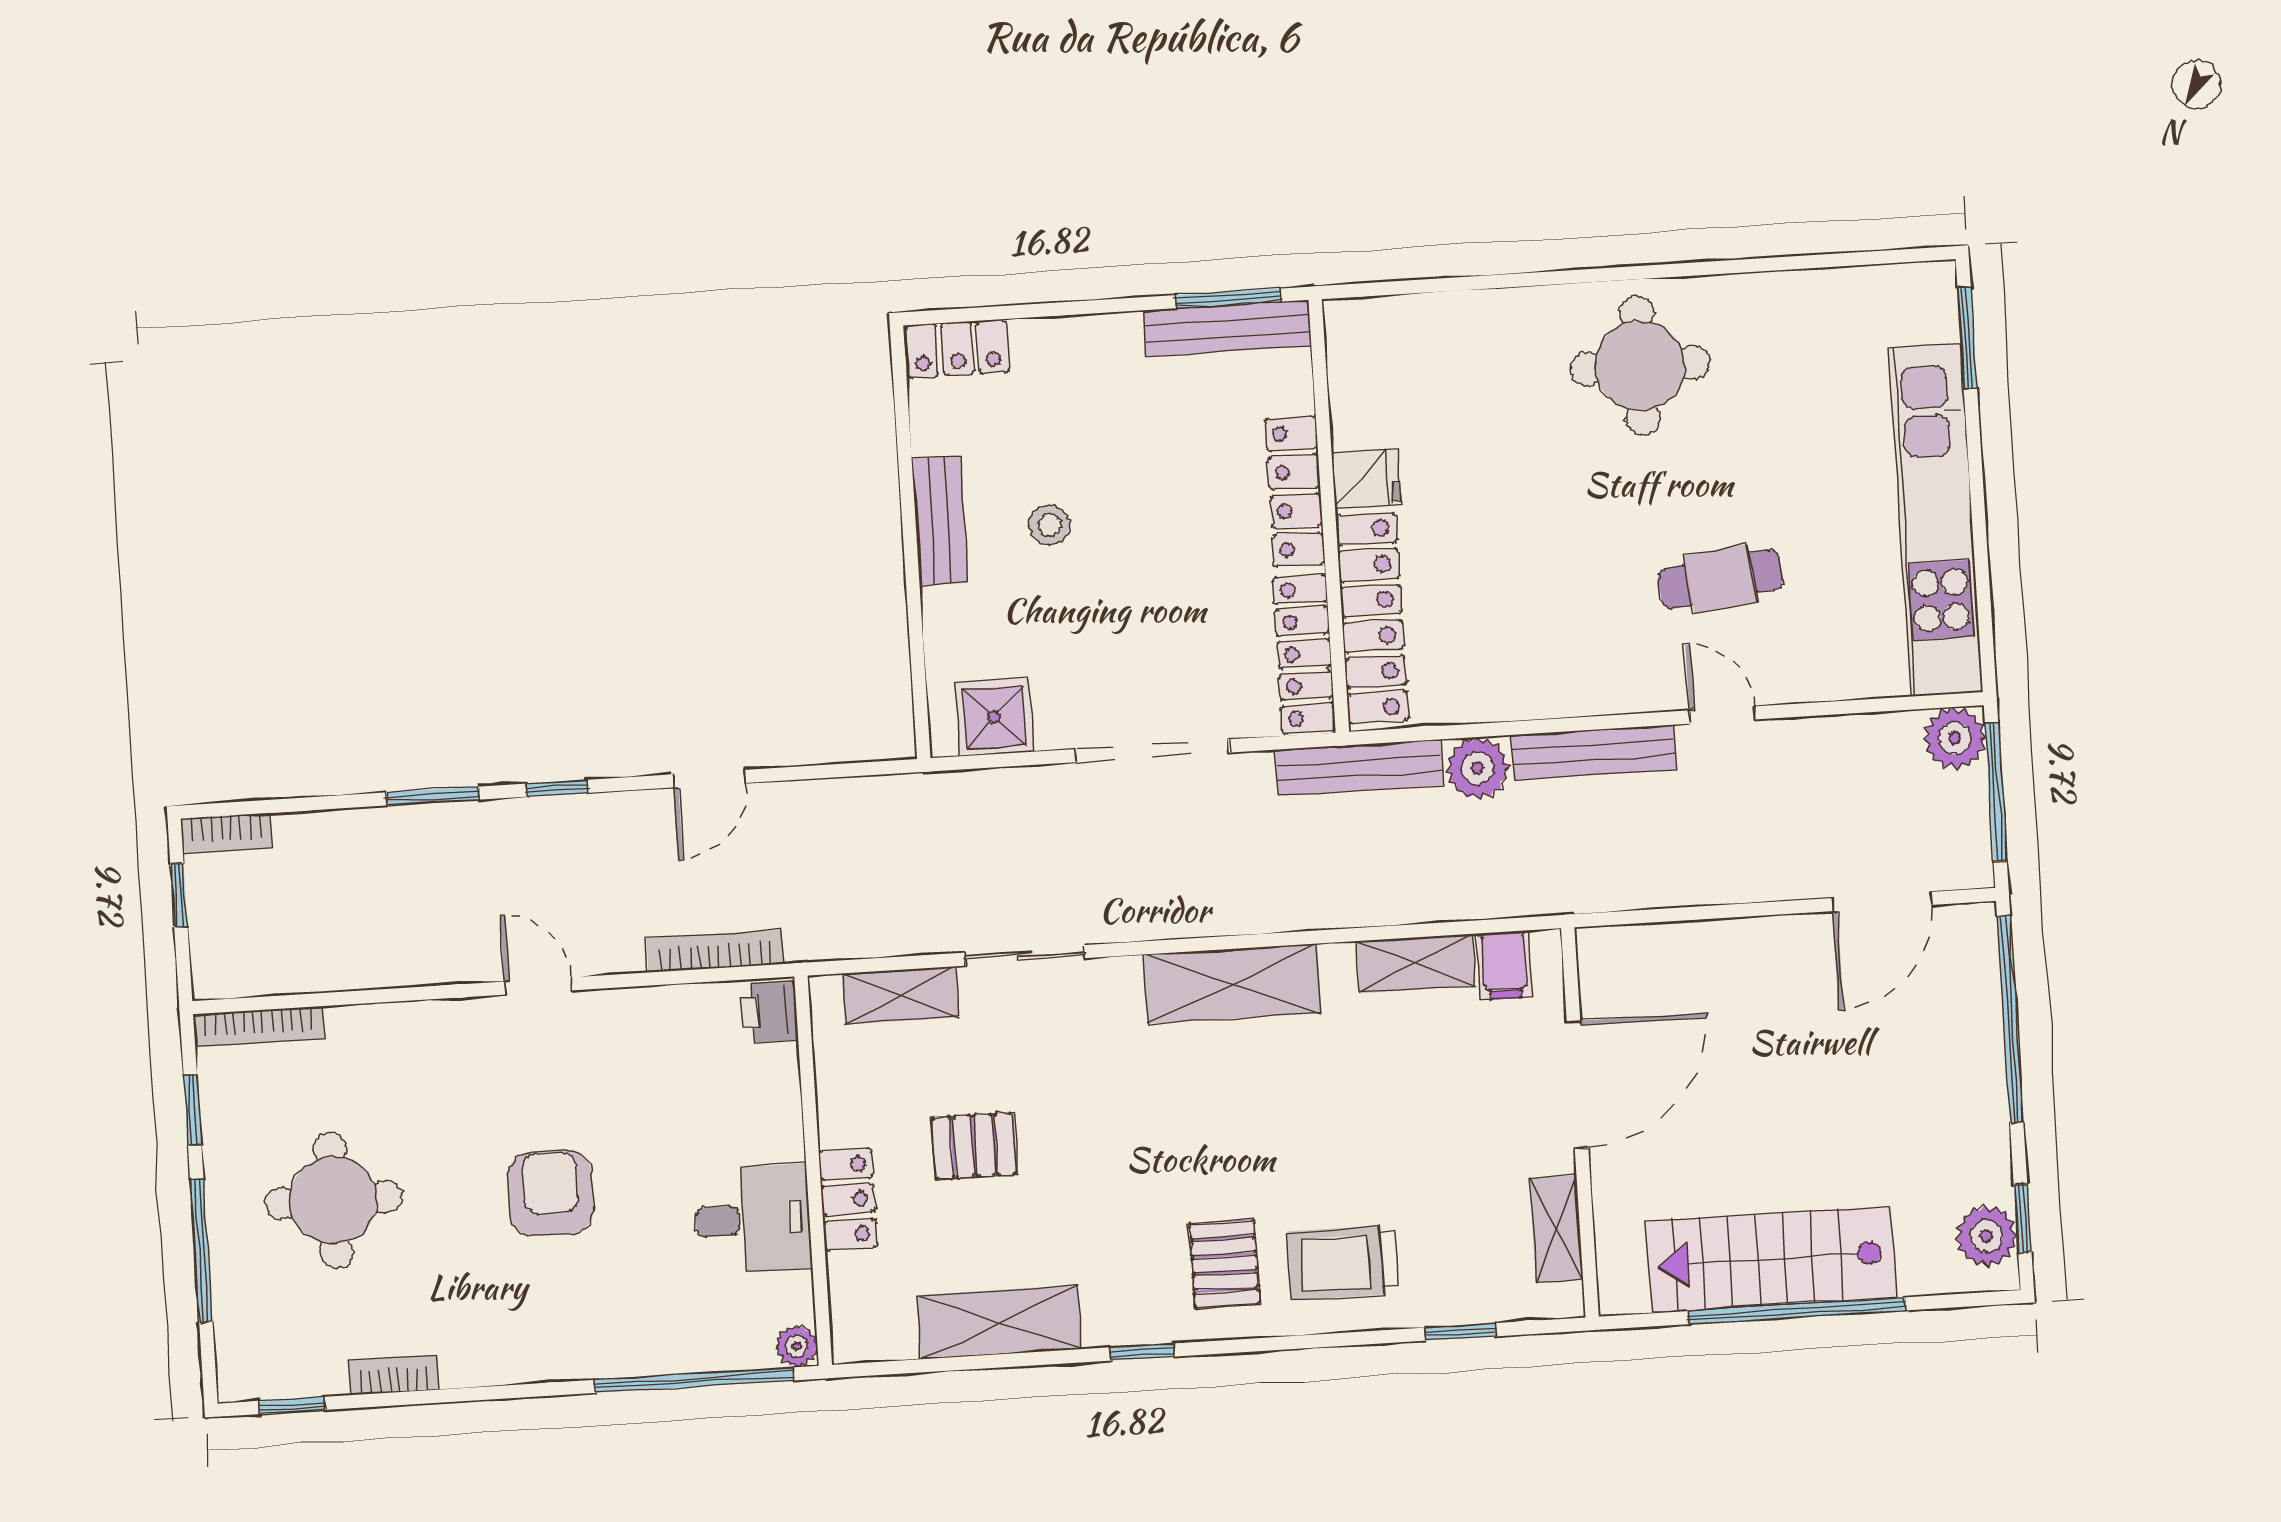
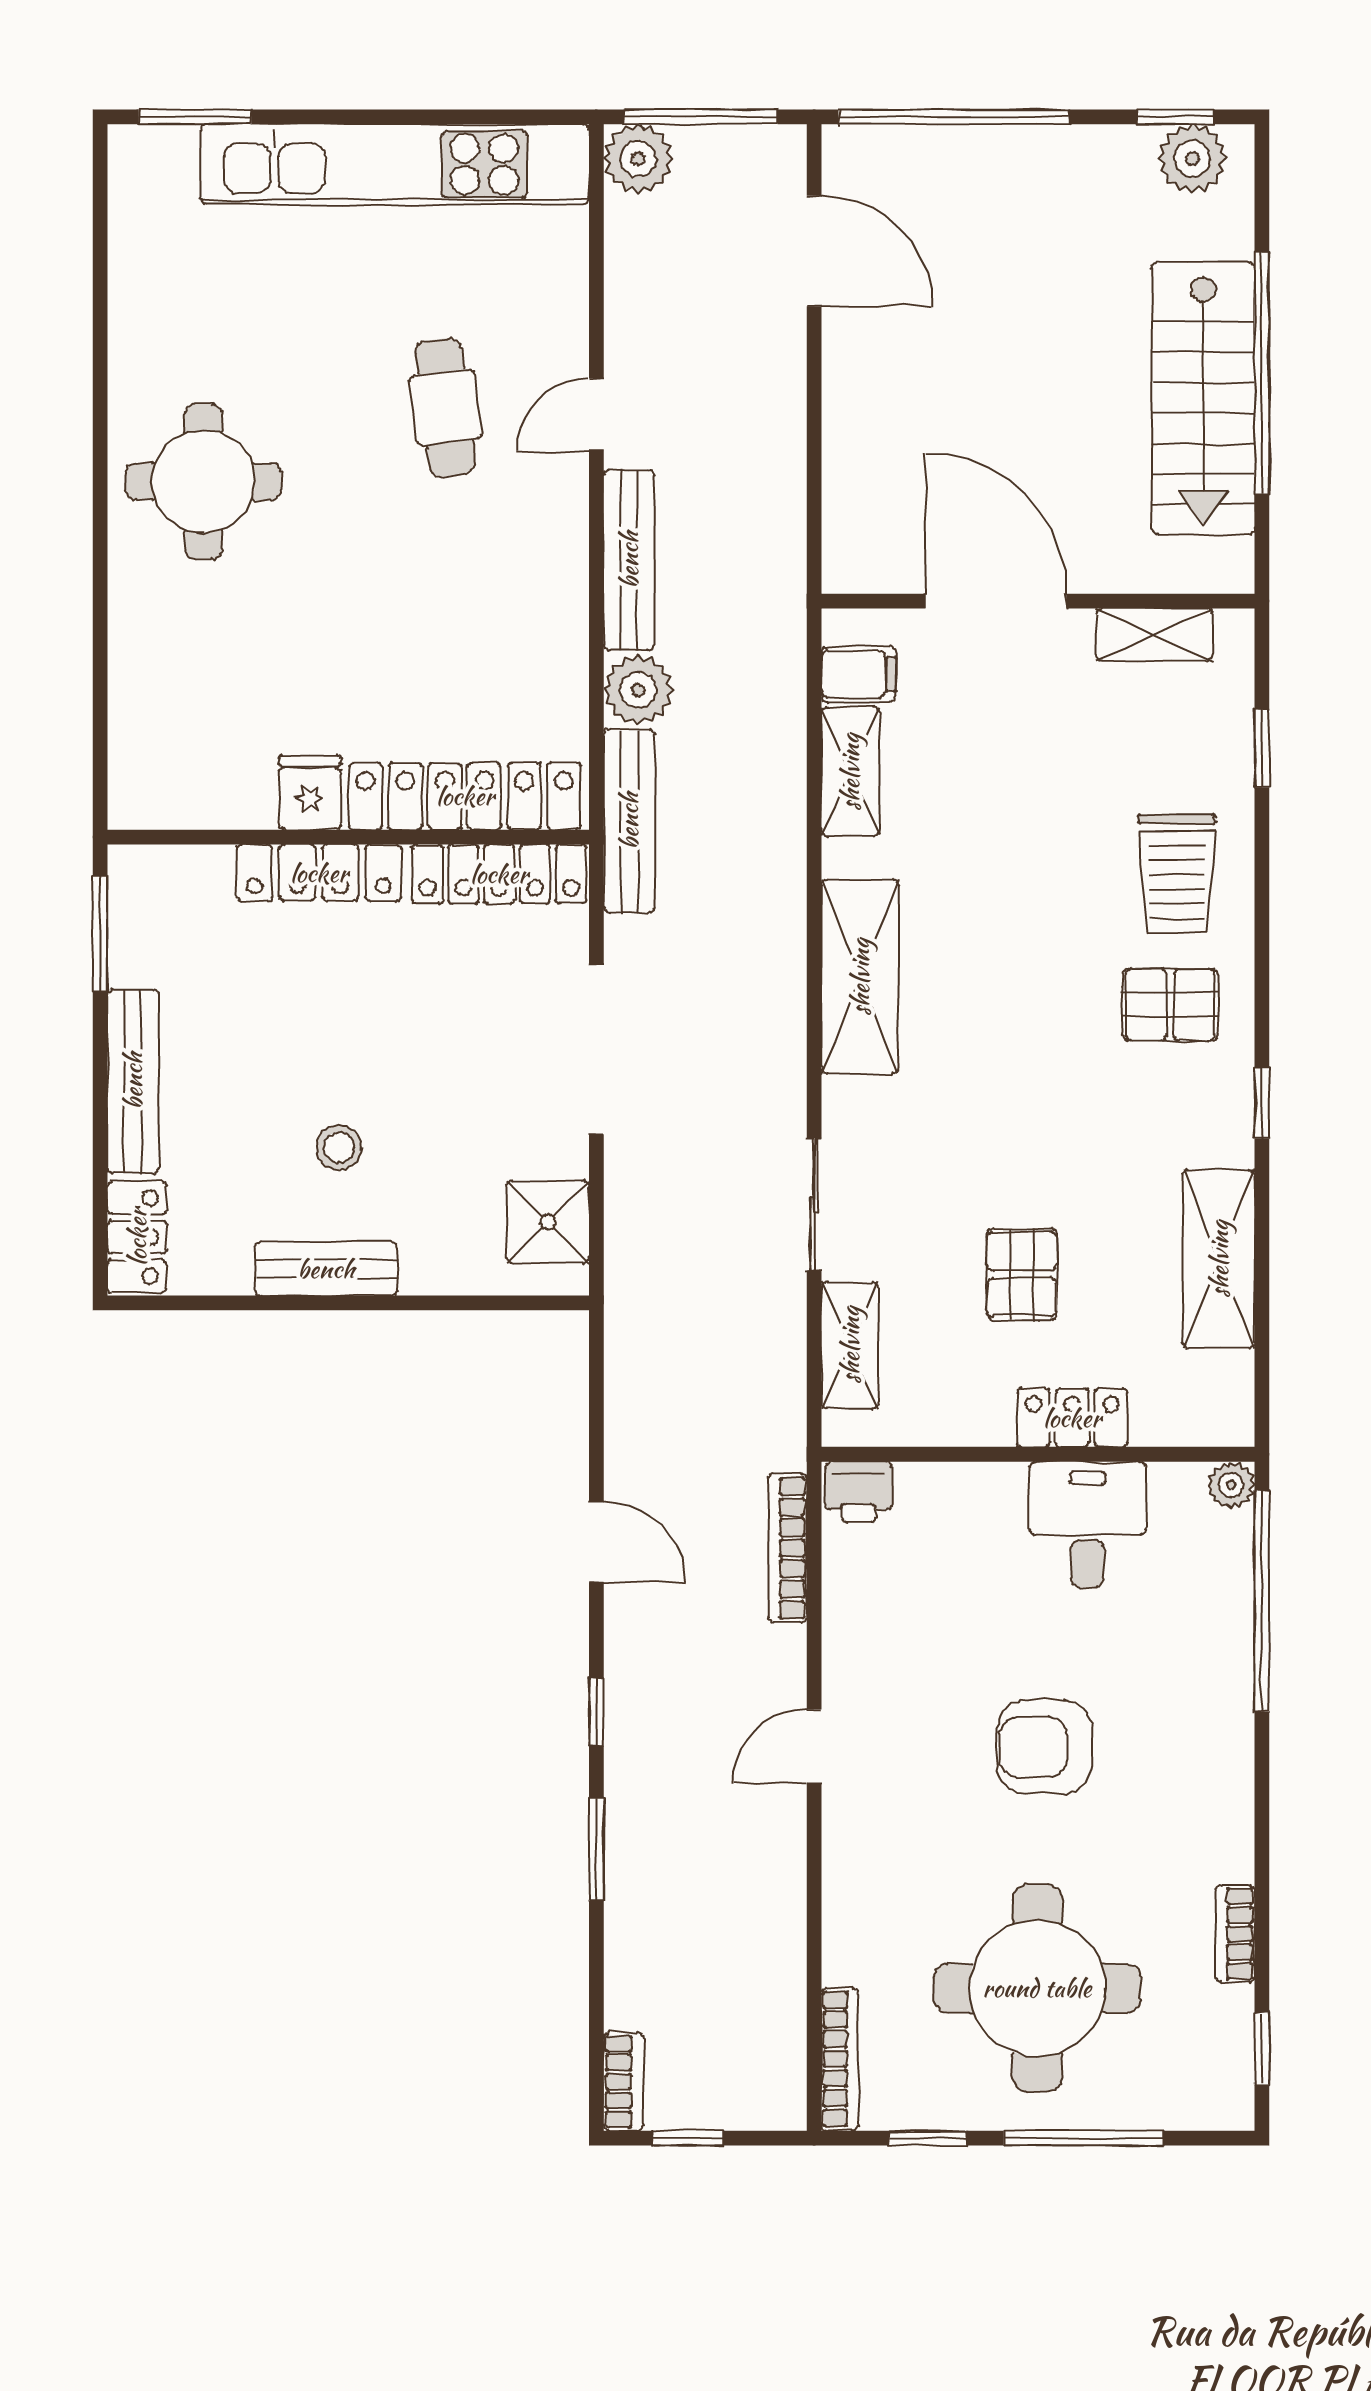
bench: (1227, 328) -> (133, 1081), moved
round table: (333, 1200) -> (1037, 1988), width x1.36, depth x1.36

